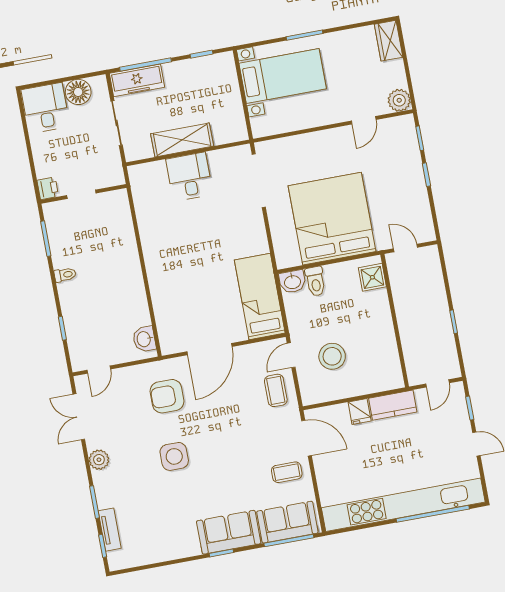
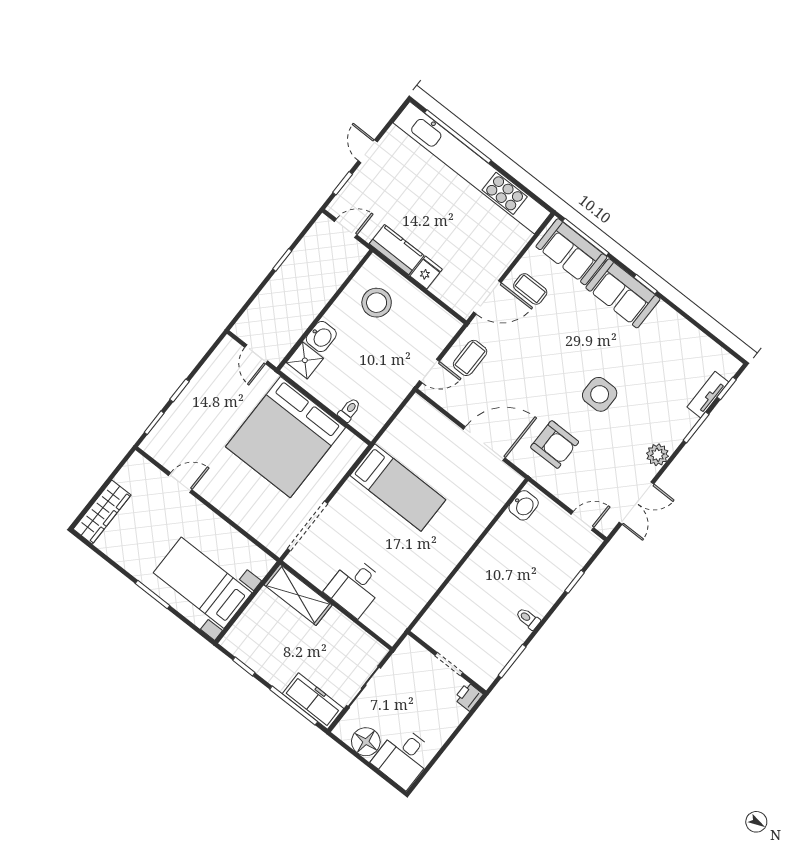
wardrobe: (389, 41) -> (102, 512), width x1.50
plant: (399, 100) -> (137, 468), removed
shelving: (182, 140) -> (298, 595), moved
toilet: (315, 281) -> (349, 410), width x0.73, depth x0.72
washbasin: (292, 282) -> (321, 337), moved, turned 90
bed: (260, 296) -> (398, 488), moved, turned -90
stool: (332, 356) -> (377, 303), moved
door: (307, 438) -> (487, 297), swing flipped

